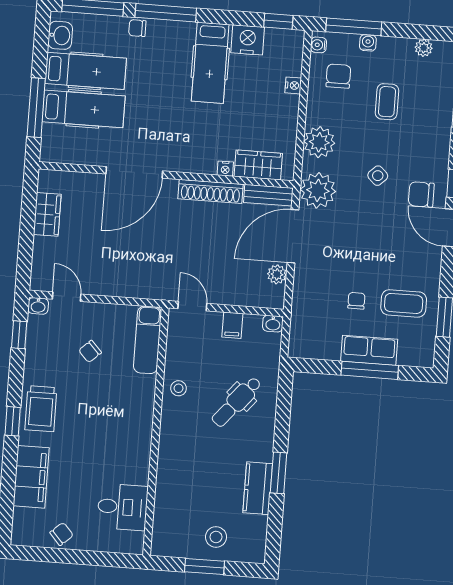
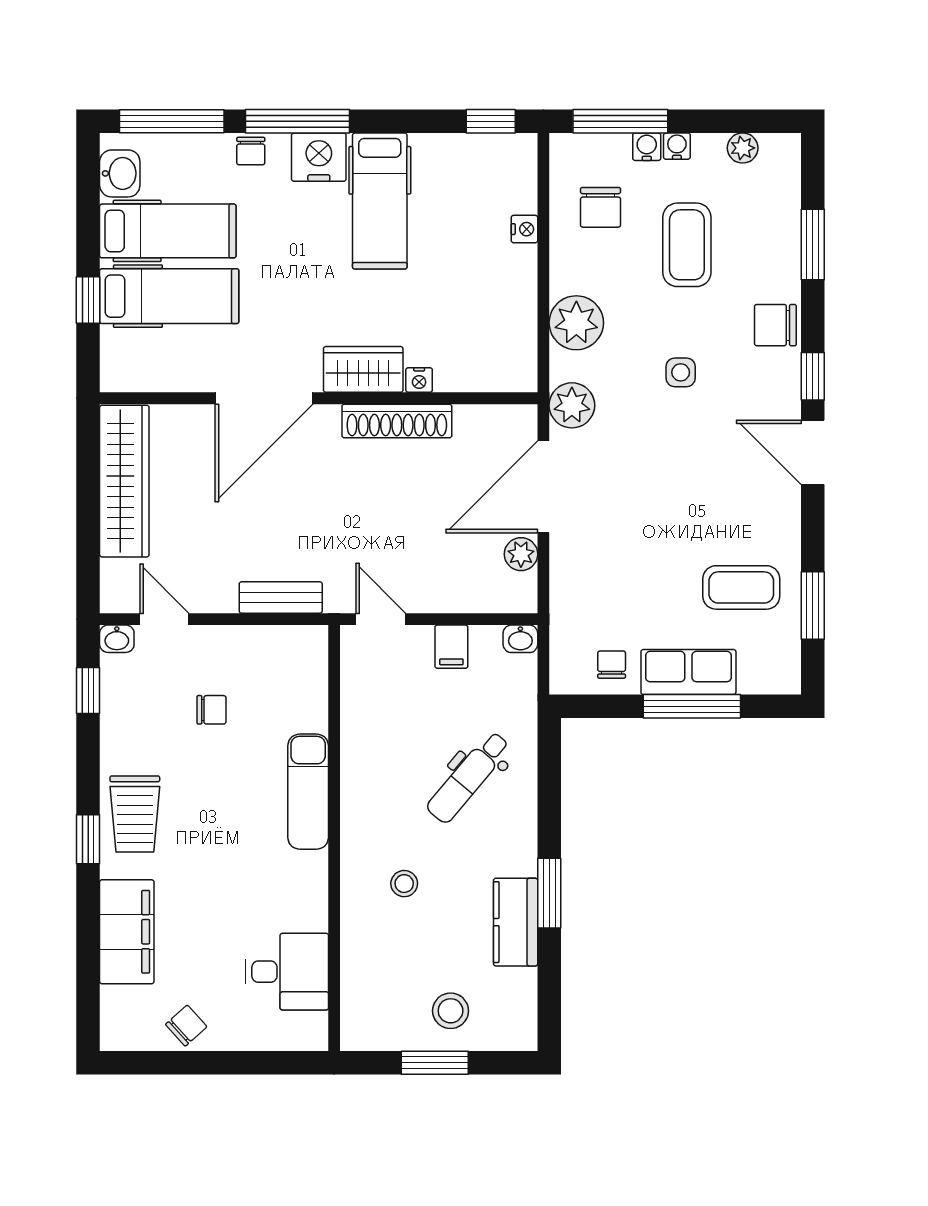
chair: (137, 28) -> (251, 151), turned -90
nightstand: (248, 40) -> (319, 157), moved
water cooler: (318, 45) -> (677, 146), moved, turned 90
chair: (338, 76) -> (601, 207), turned 180
coffee table: (387, 102) -> (687, 245), width x1.36, depth x1.30
window: (36, 108) -> (88, 300), width x0.46
wardrobe: (258, 165) -> (363, 369), moved
side table: (378, 176) -> (681, 372), turned 45
plant: (318, 190) -> (572, 405), width x0.73, depth x0.73
chair: (421, 194) -> (775, 325), moved
bench: (268, 195) -> (281, 597), moved
wardrobe: (47, 214) -> (124, 481), width x2.10, depth x1.17
chair: (356, 301) -> (612, 665), moved
exam couch: (147, 340) -> (308, 792), moved
chair: (90, 351) -> (211, 710), turned -137
stool: (179, 388) -> (404, 884), moved

